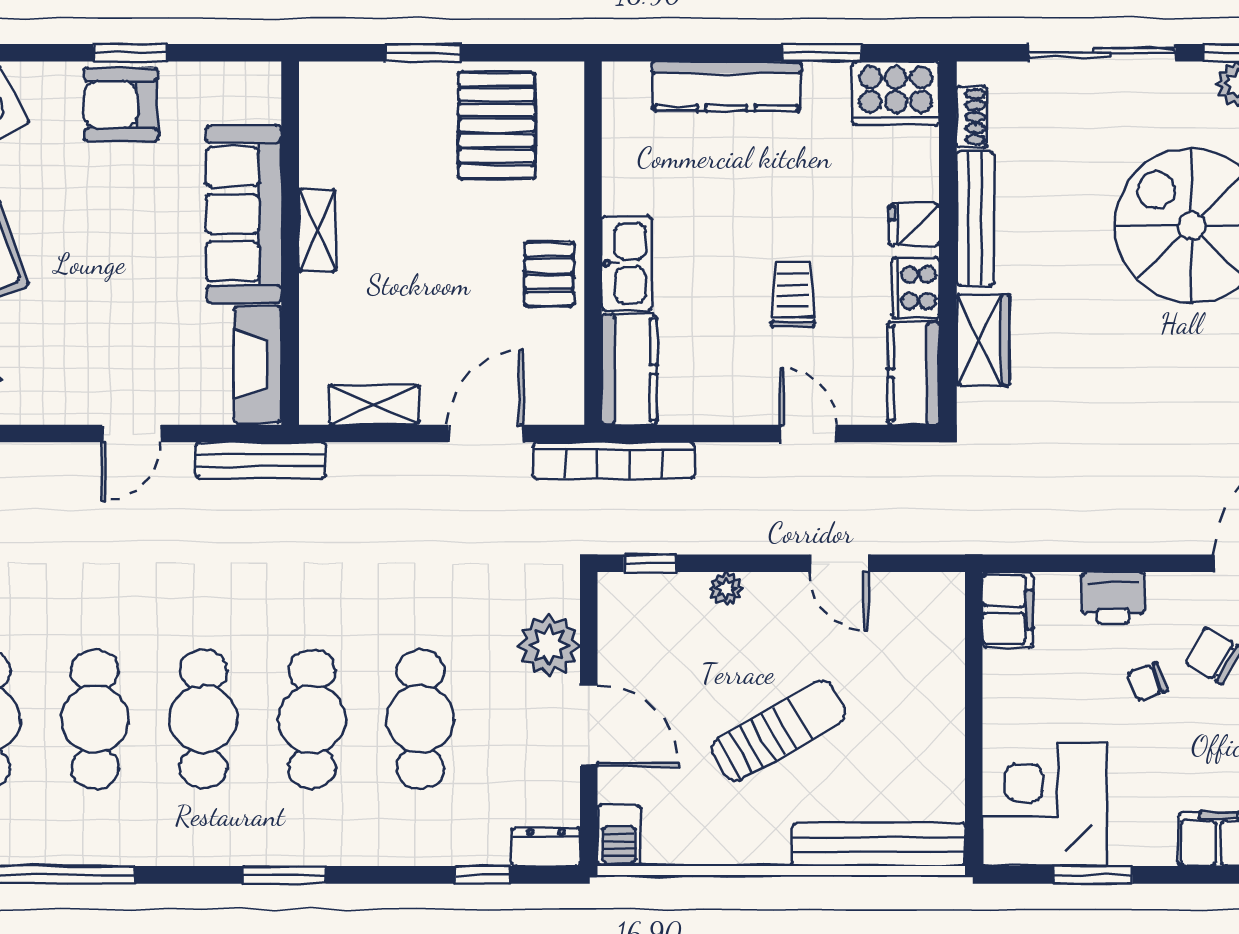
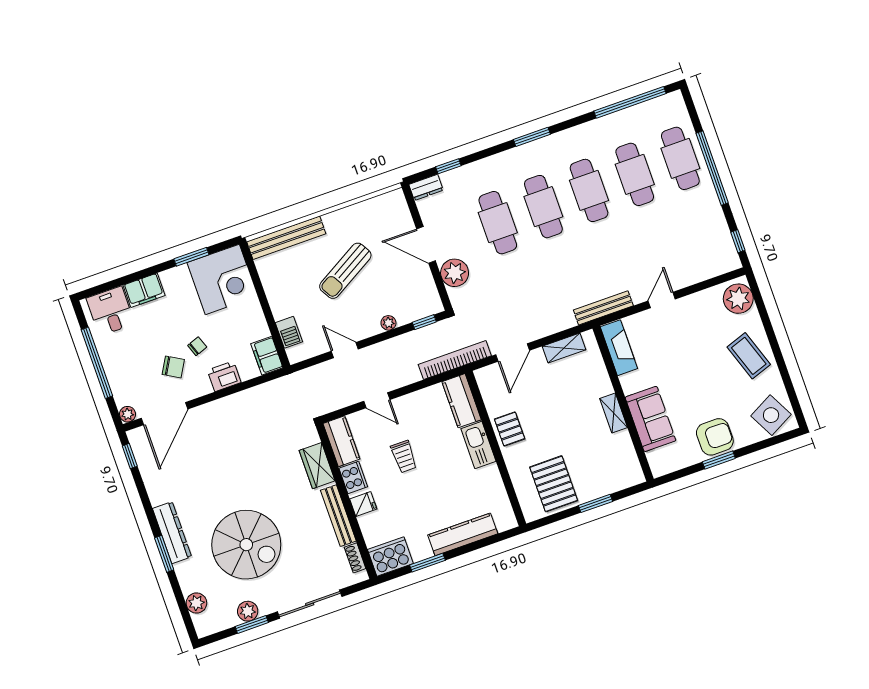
sofa: (244, 214) -> (650, 419), width x0.73
barbecue: (619, 836) -> (289, 332), moved, turned 180

